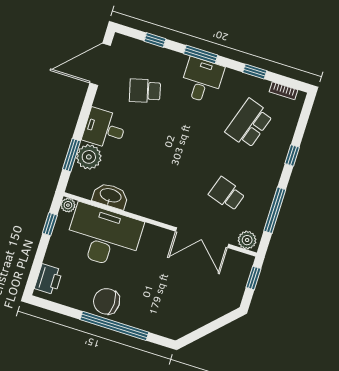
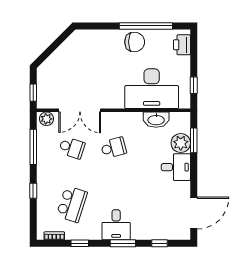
school desk: (145, 91) -> (113, 148), moved
plant: (68, 205) -> (185, 103), removed
double door: (202, 238) -> (80, 110), swing flipped
window: (114, 326) -> (146, 26), moved

